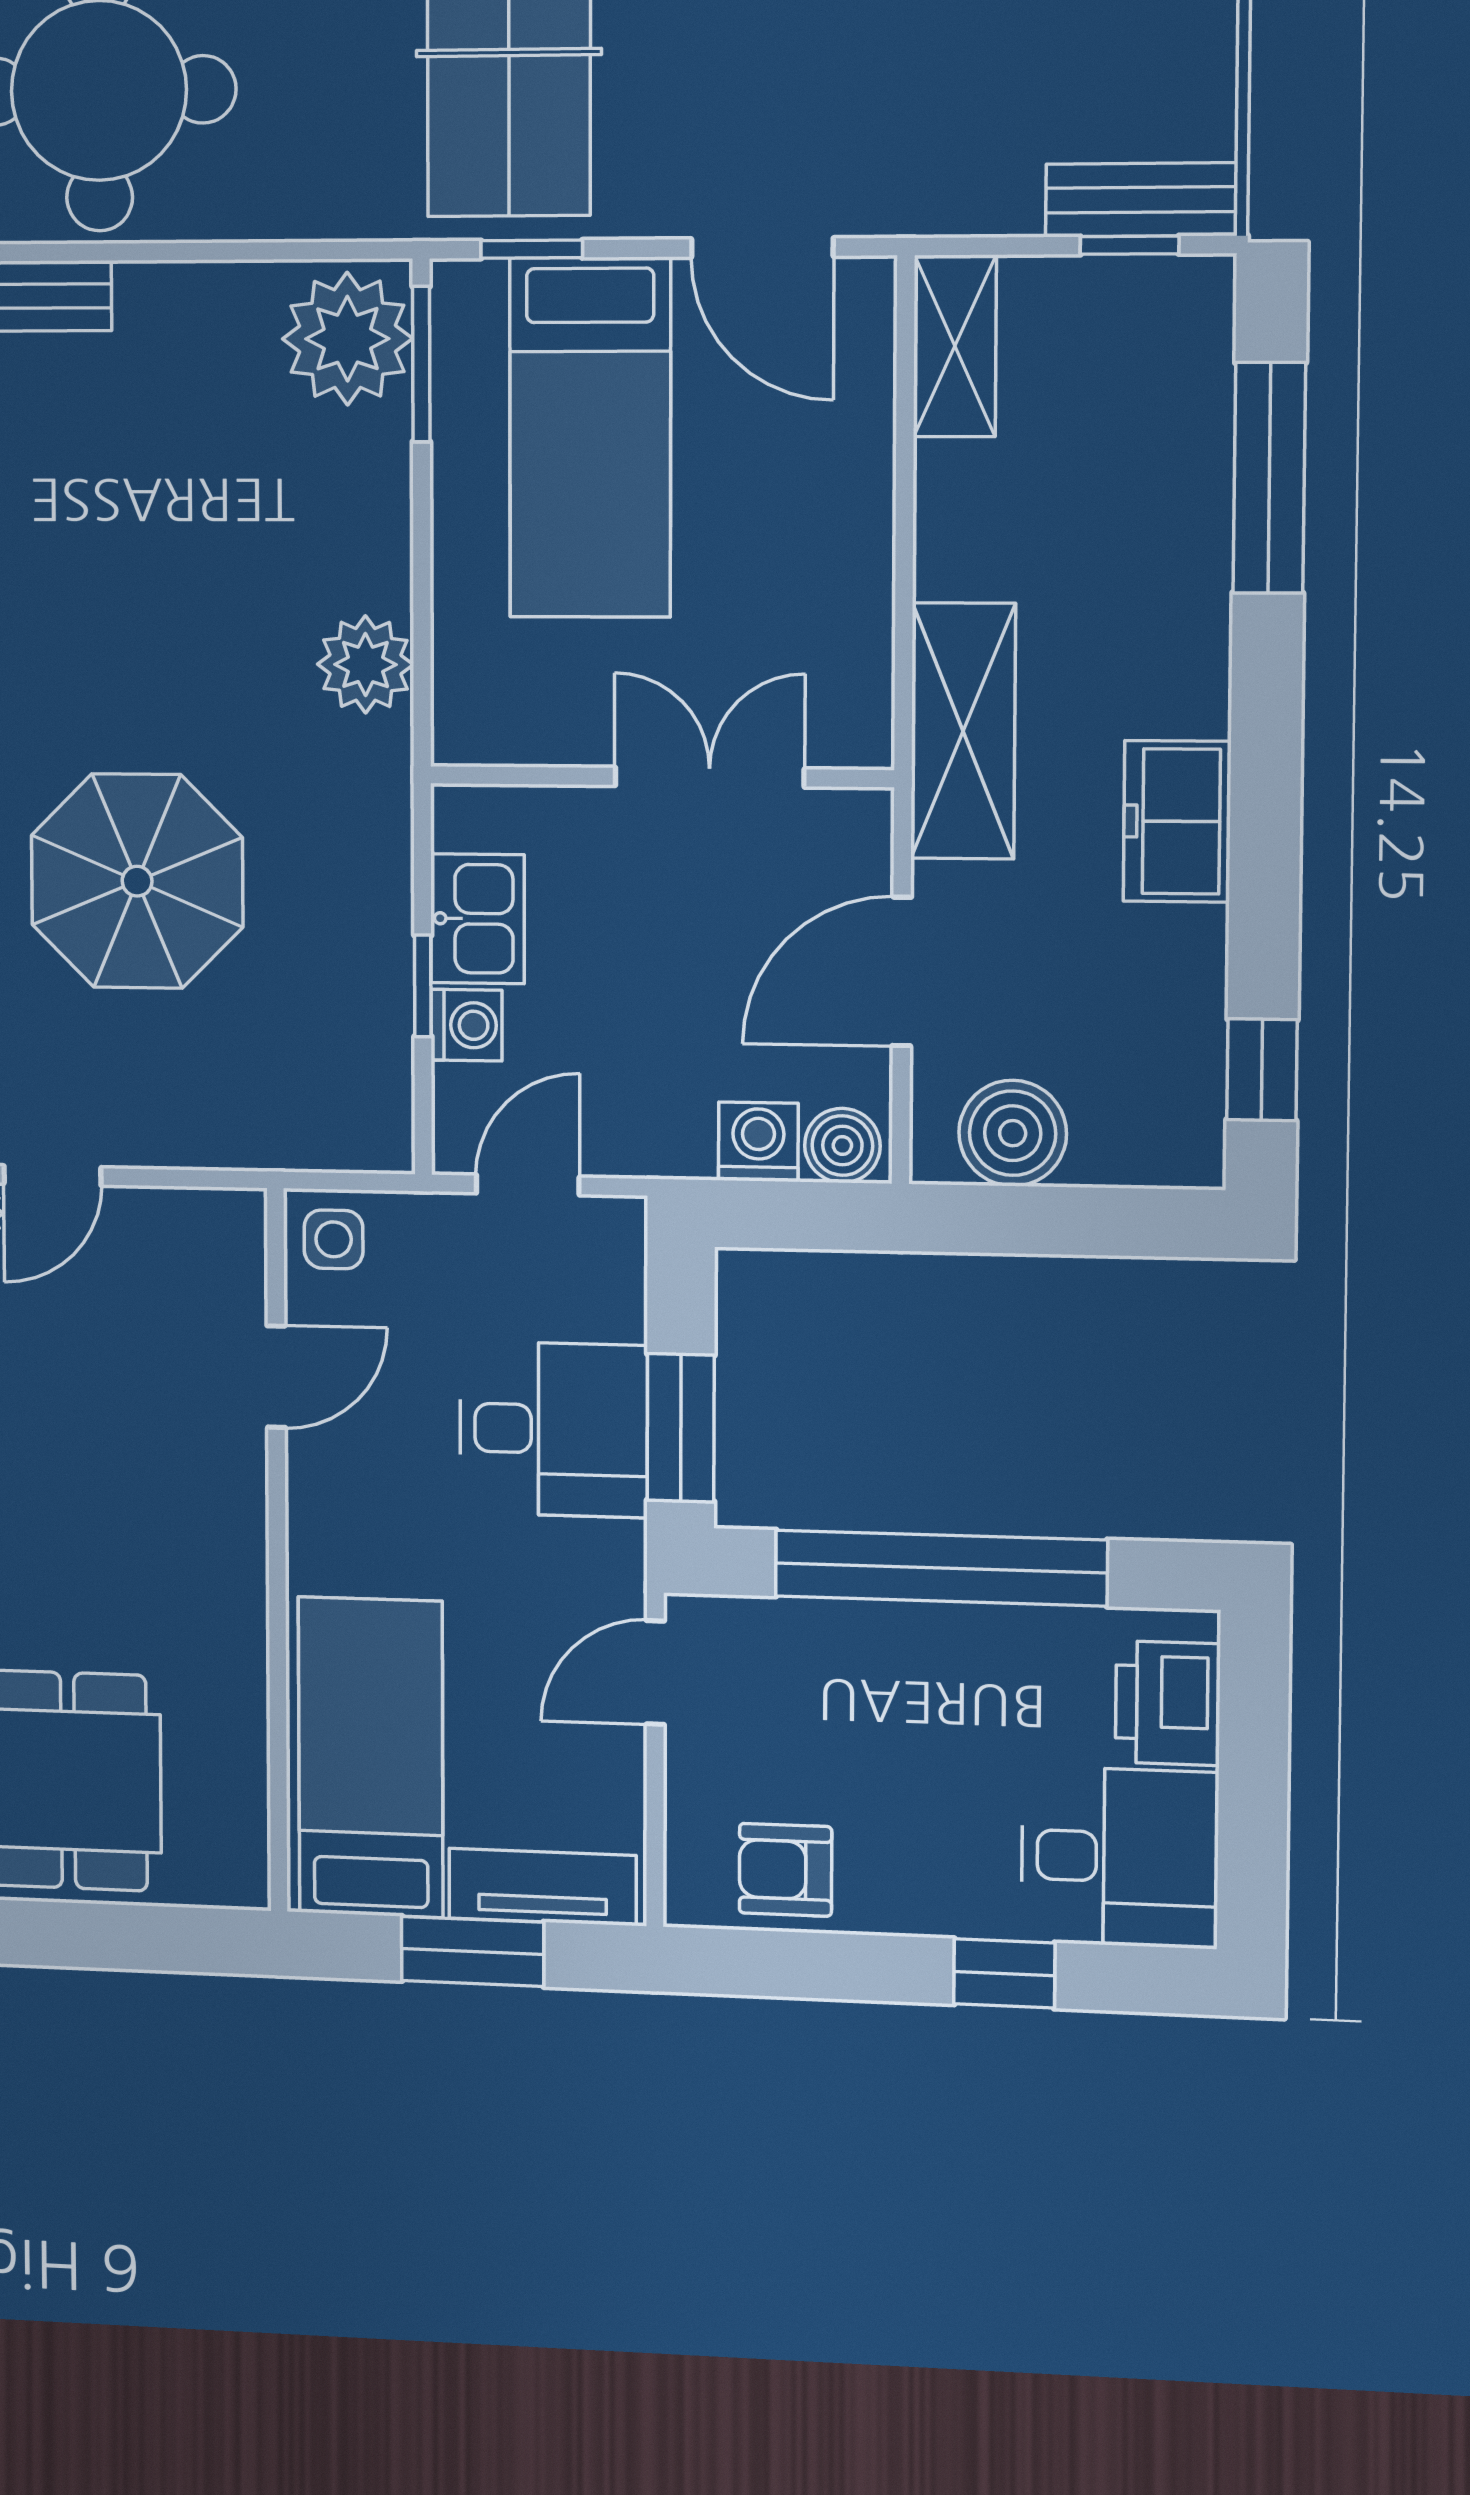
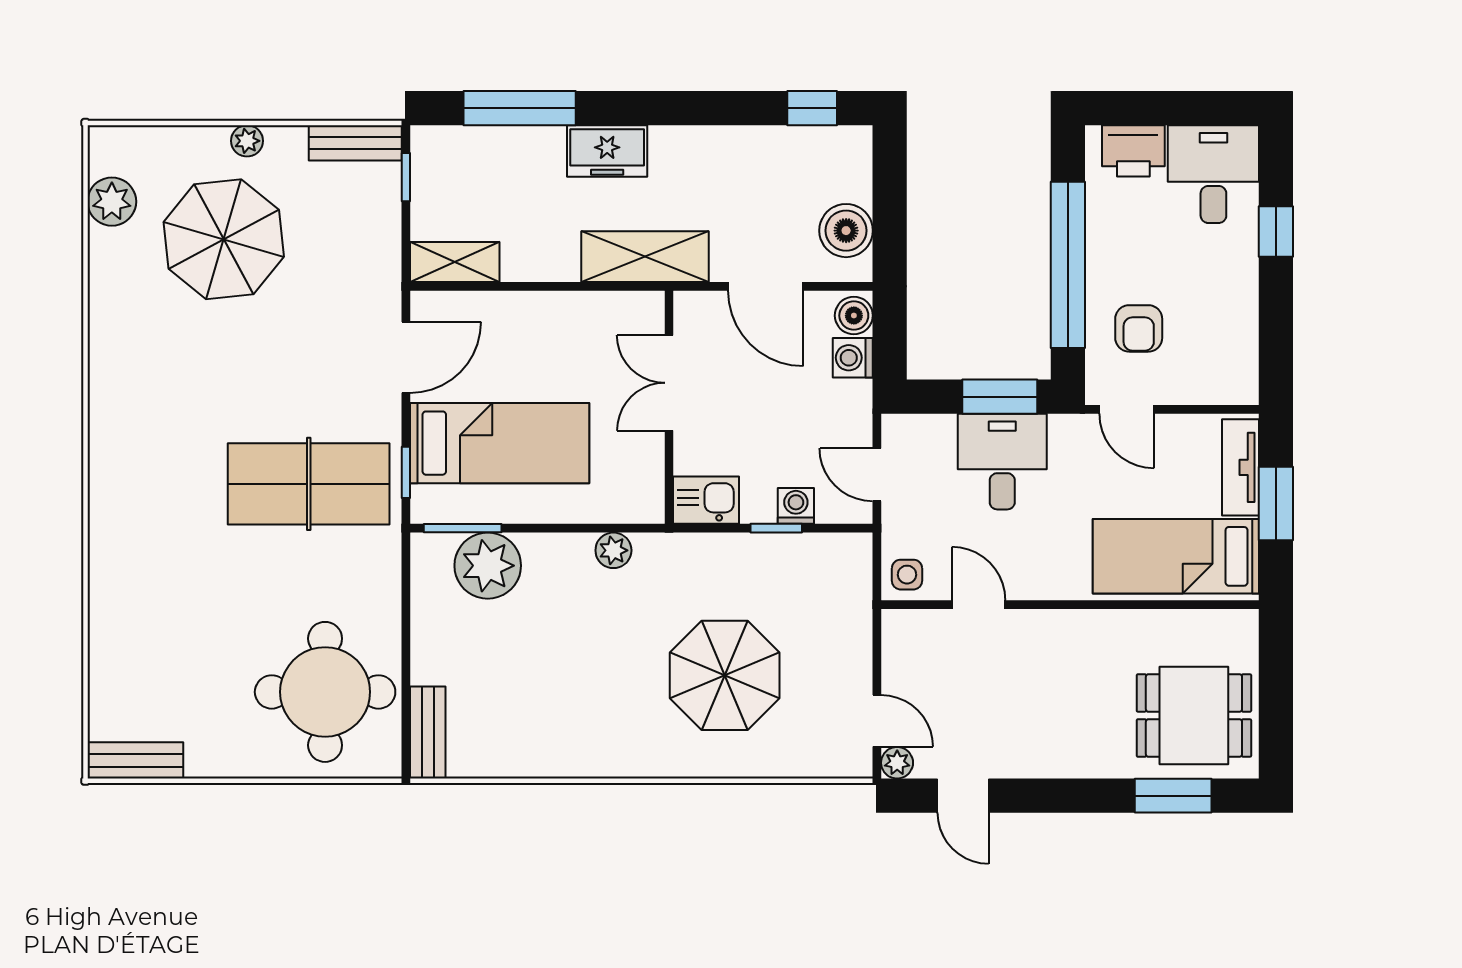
bench: (1142, 200) -> (355, 143), moved, turned 90
plant: (347, 339) -> (488, 566), moved
plant: (365, 664) -> (613, 550), width x0.73, depth x0.73
freezer: (1177, 821) -> (607, 151), moved
kitchen sink: (477, 919) -> (706, 500), moved
armchair: (785, 1870) -> (1139, 328), moved

